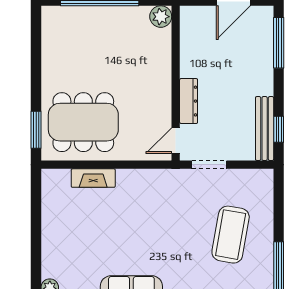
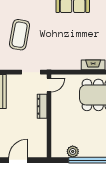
plant: (161, 17) -> (73, 151), moved

